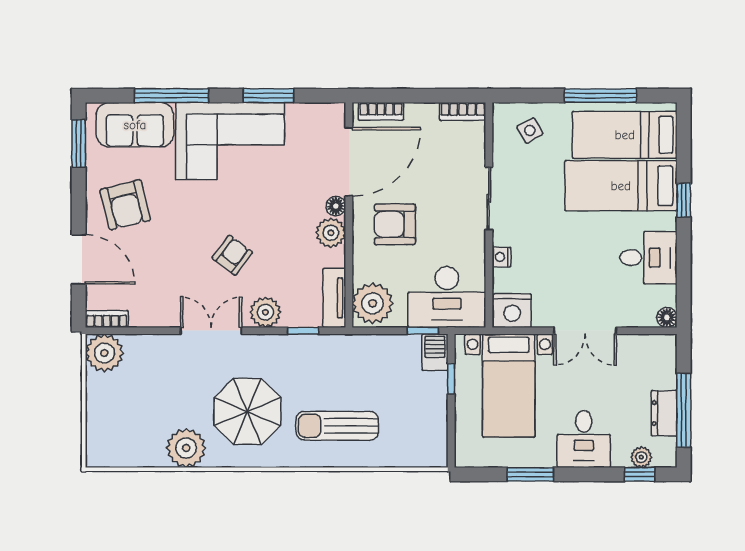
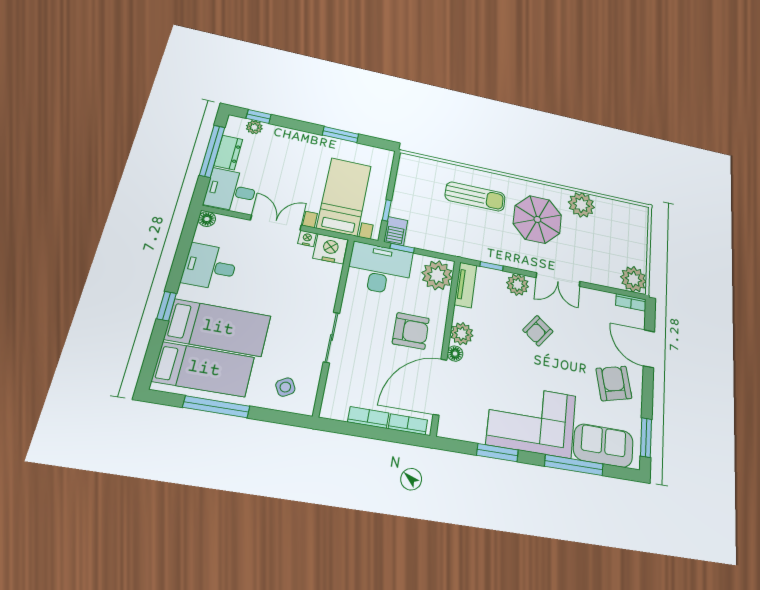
bookcase: (463, 112) -> (368, 418), moved
nightstand: (502, 257) -> (307, 238), moved, turned -90
desk: (584, 439) -> (231, 190), moved, turned -90

